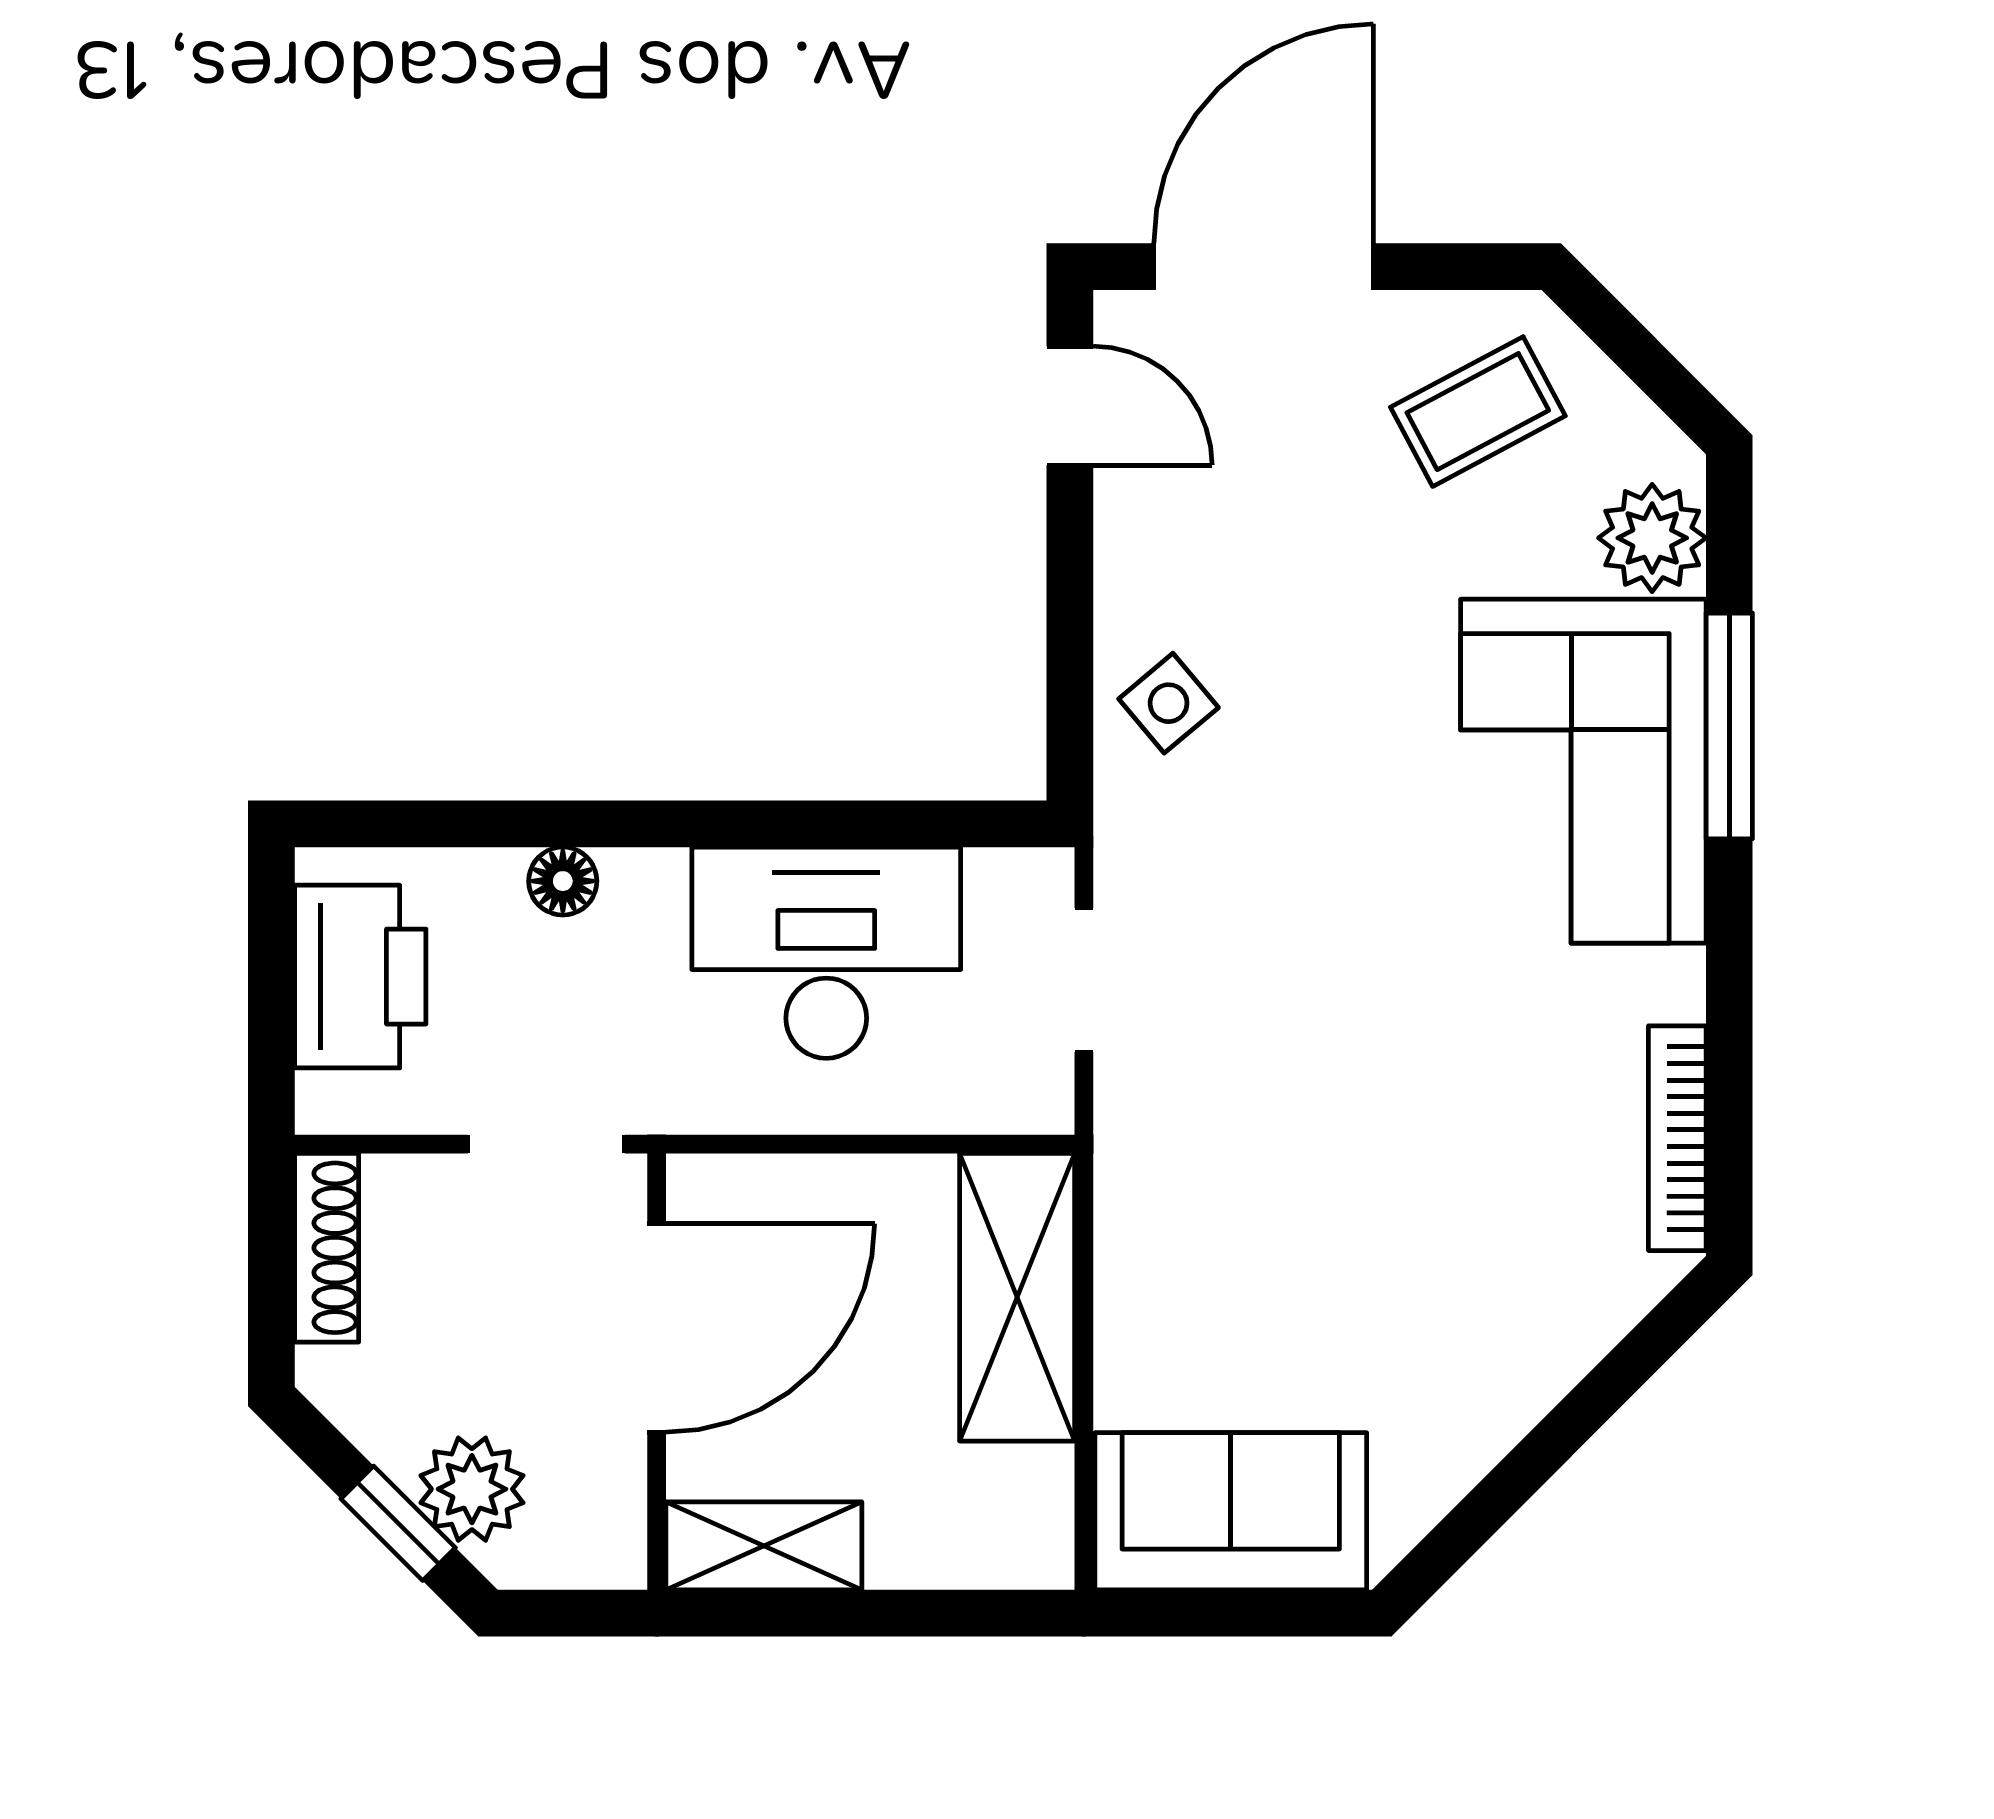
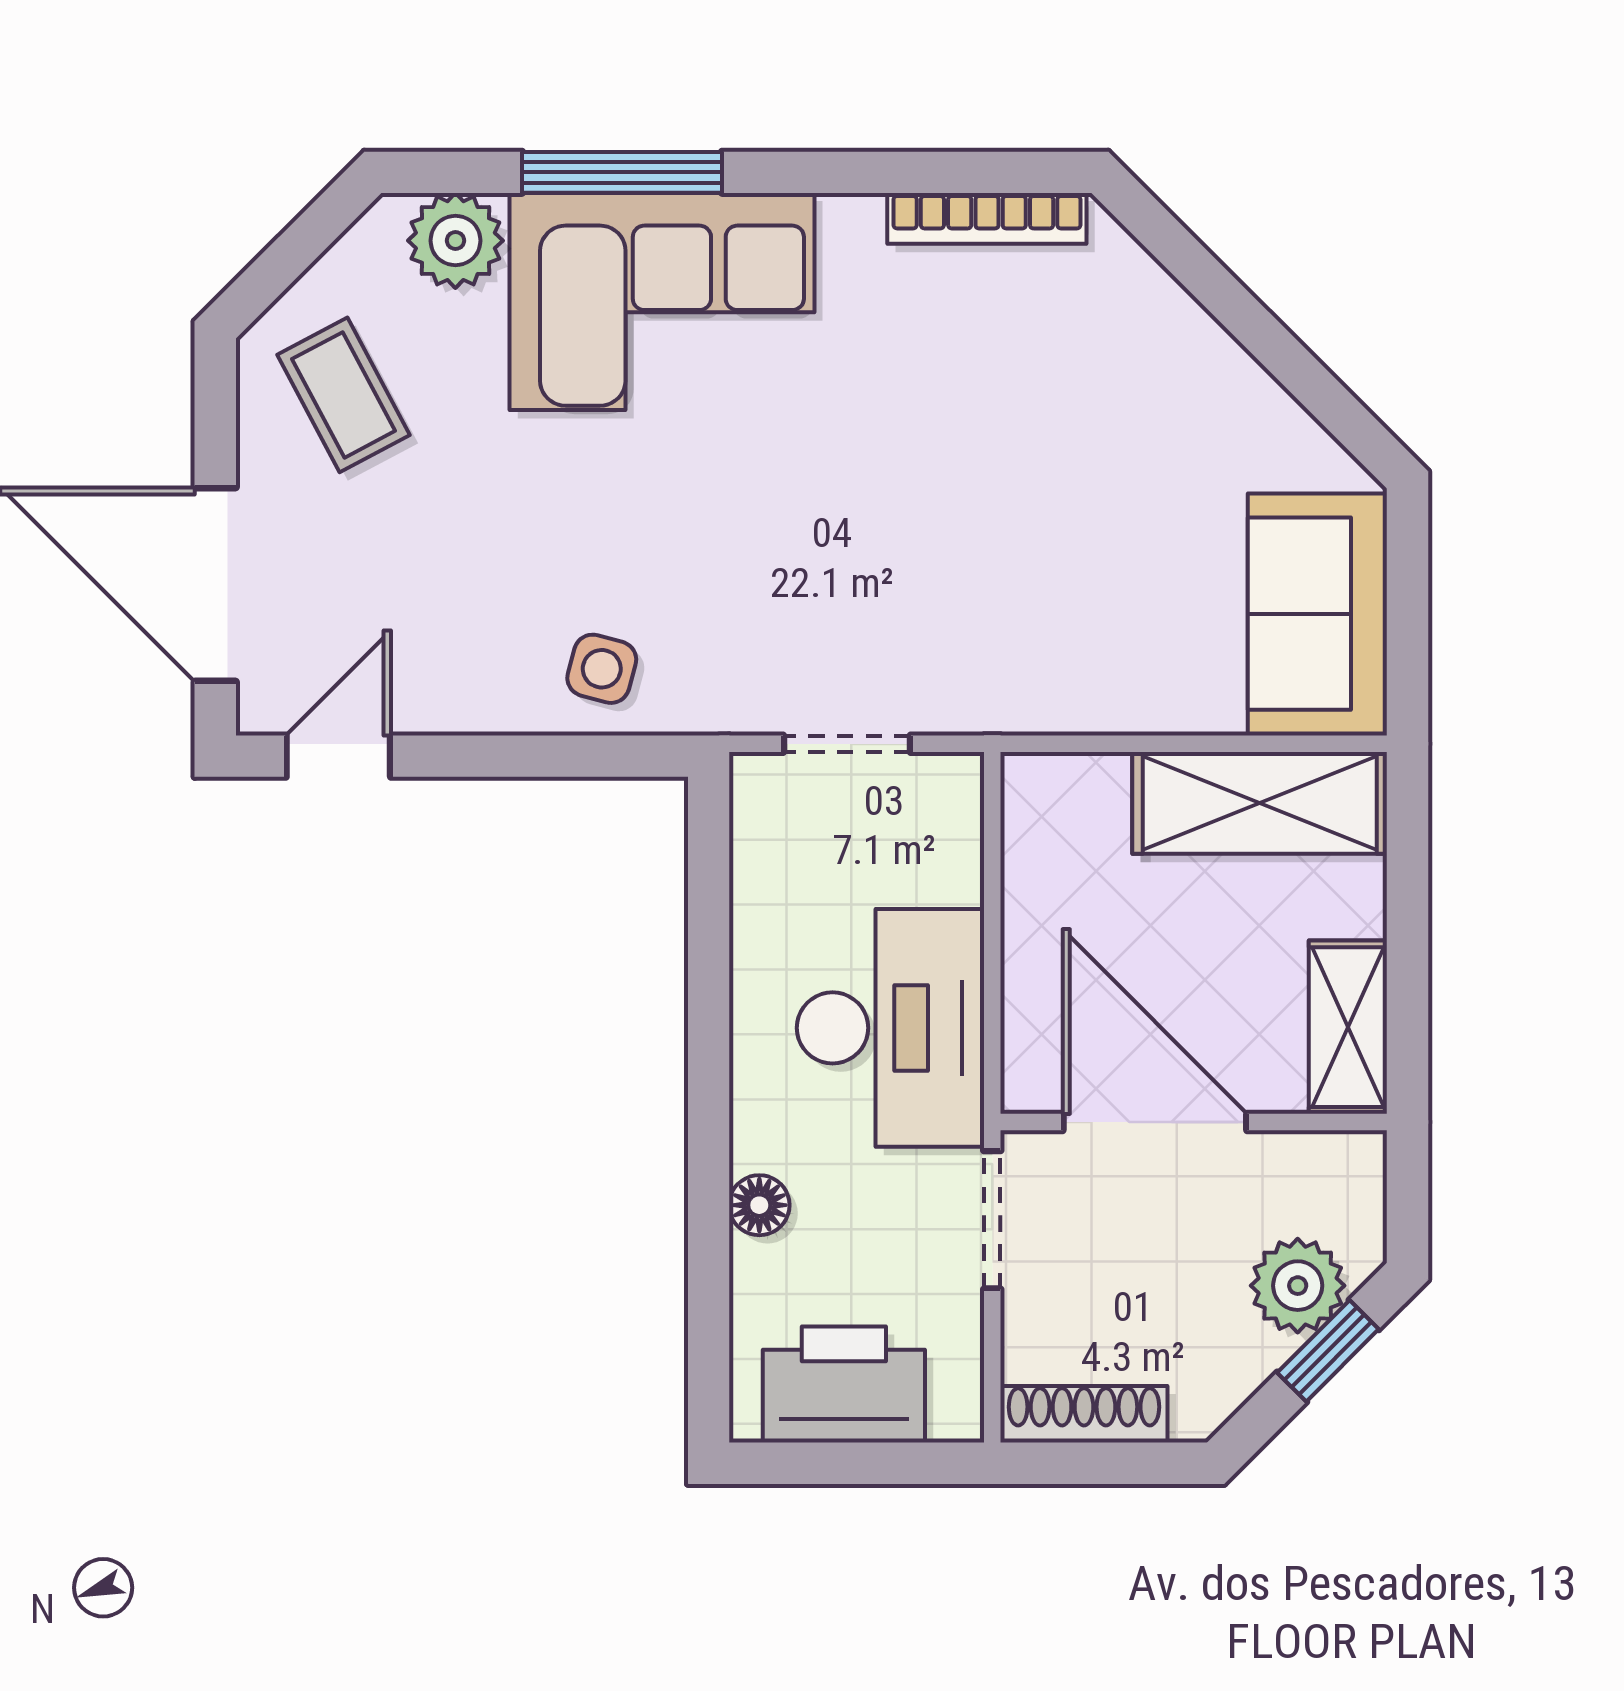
side table: (1169, 703) -> (602, 669), turned -35
desk: (826, 953) -> (891, 1028), moved, turned 180
shelving: (1017, 1297) -> (1260, 803), moved

